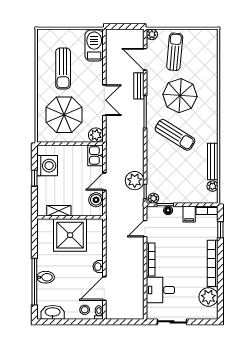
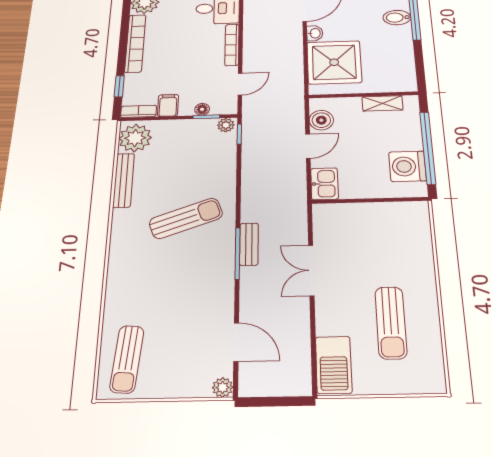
sun lounger: (175, 52) -> (127, 359), moved
sun lounger: (63, 69) -> (391, 323), turned 180
bench: (139, 86) -> (249, 244), moved
parasol: (180, 96) -> (174, 281), removed
parasol: (64, 115) -> (384, 245), removed
plant: (96, 135) -> (325, 215), removed
sun lounger: (175, 135) -> (186, 218), turned 128
window: (34, 178) -> (428, 148), width x3.17
plant: (135, 181) -> (257, 149), removed
plant: (212, 186) -> (135, 138), width x1.87, depth x1.87
shower: (70, 235) -> (334, 62), moved

